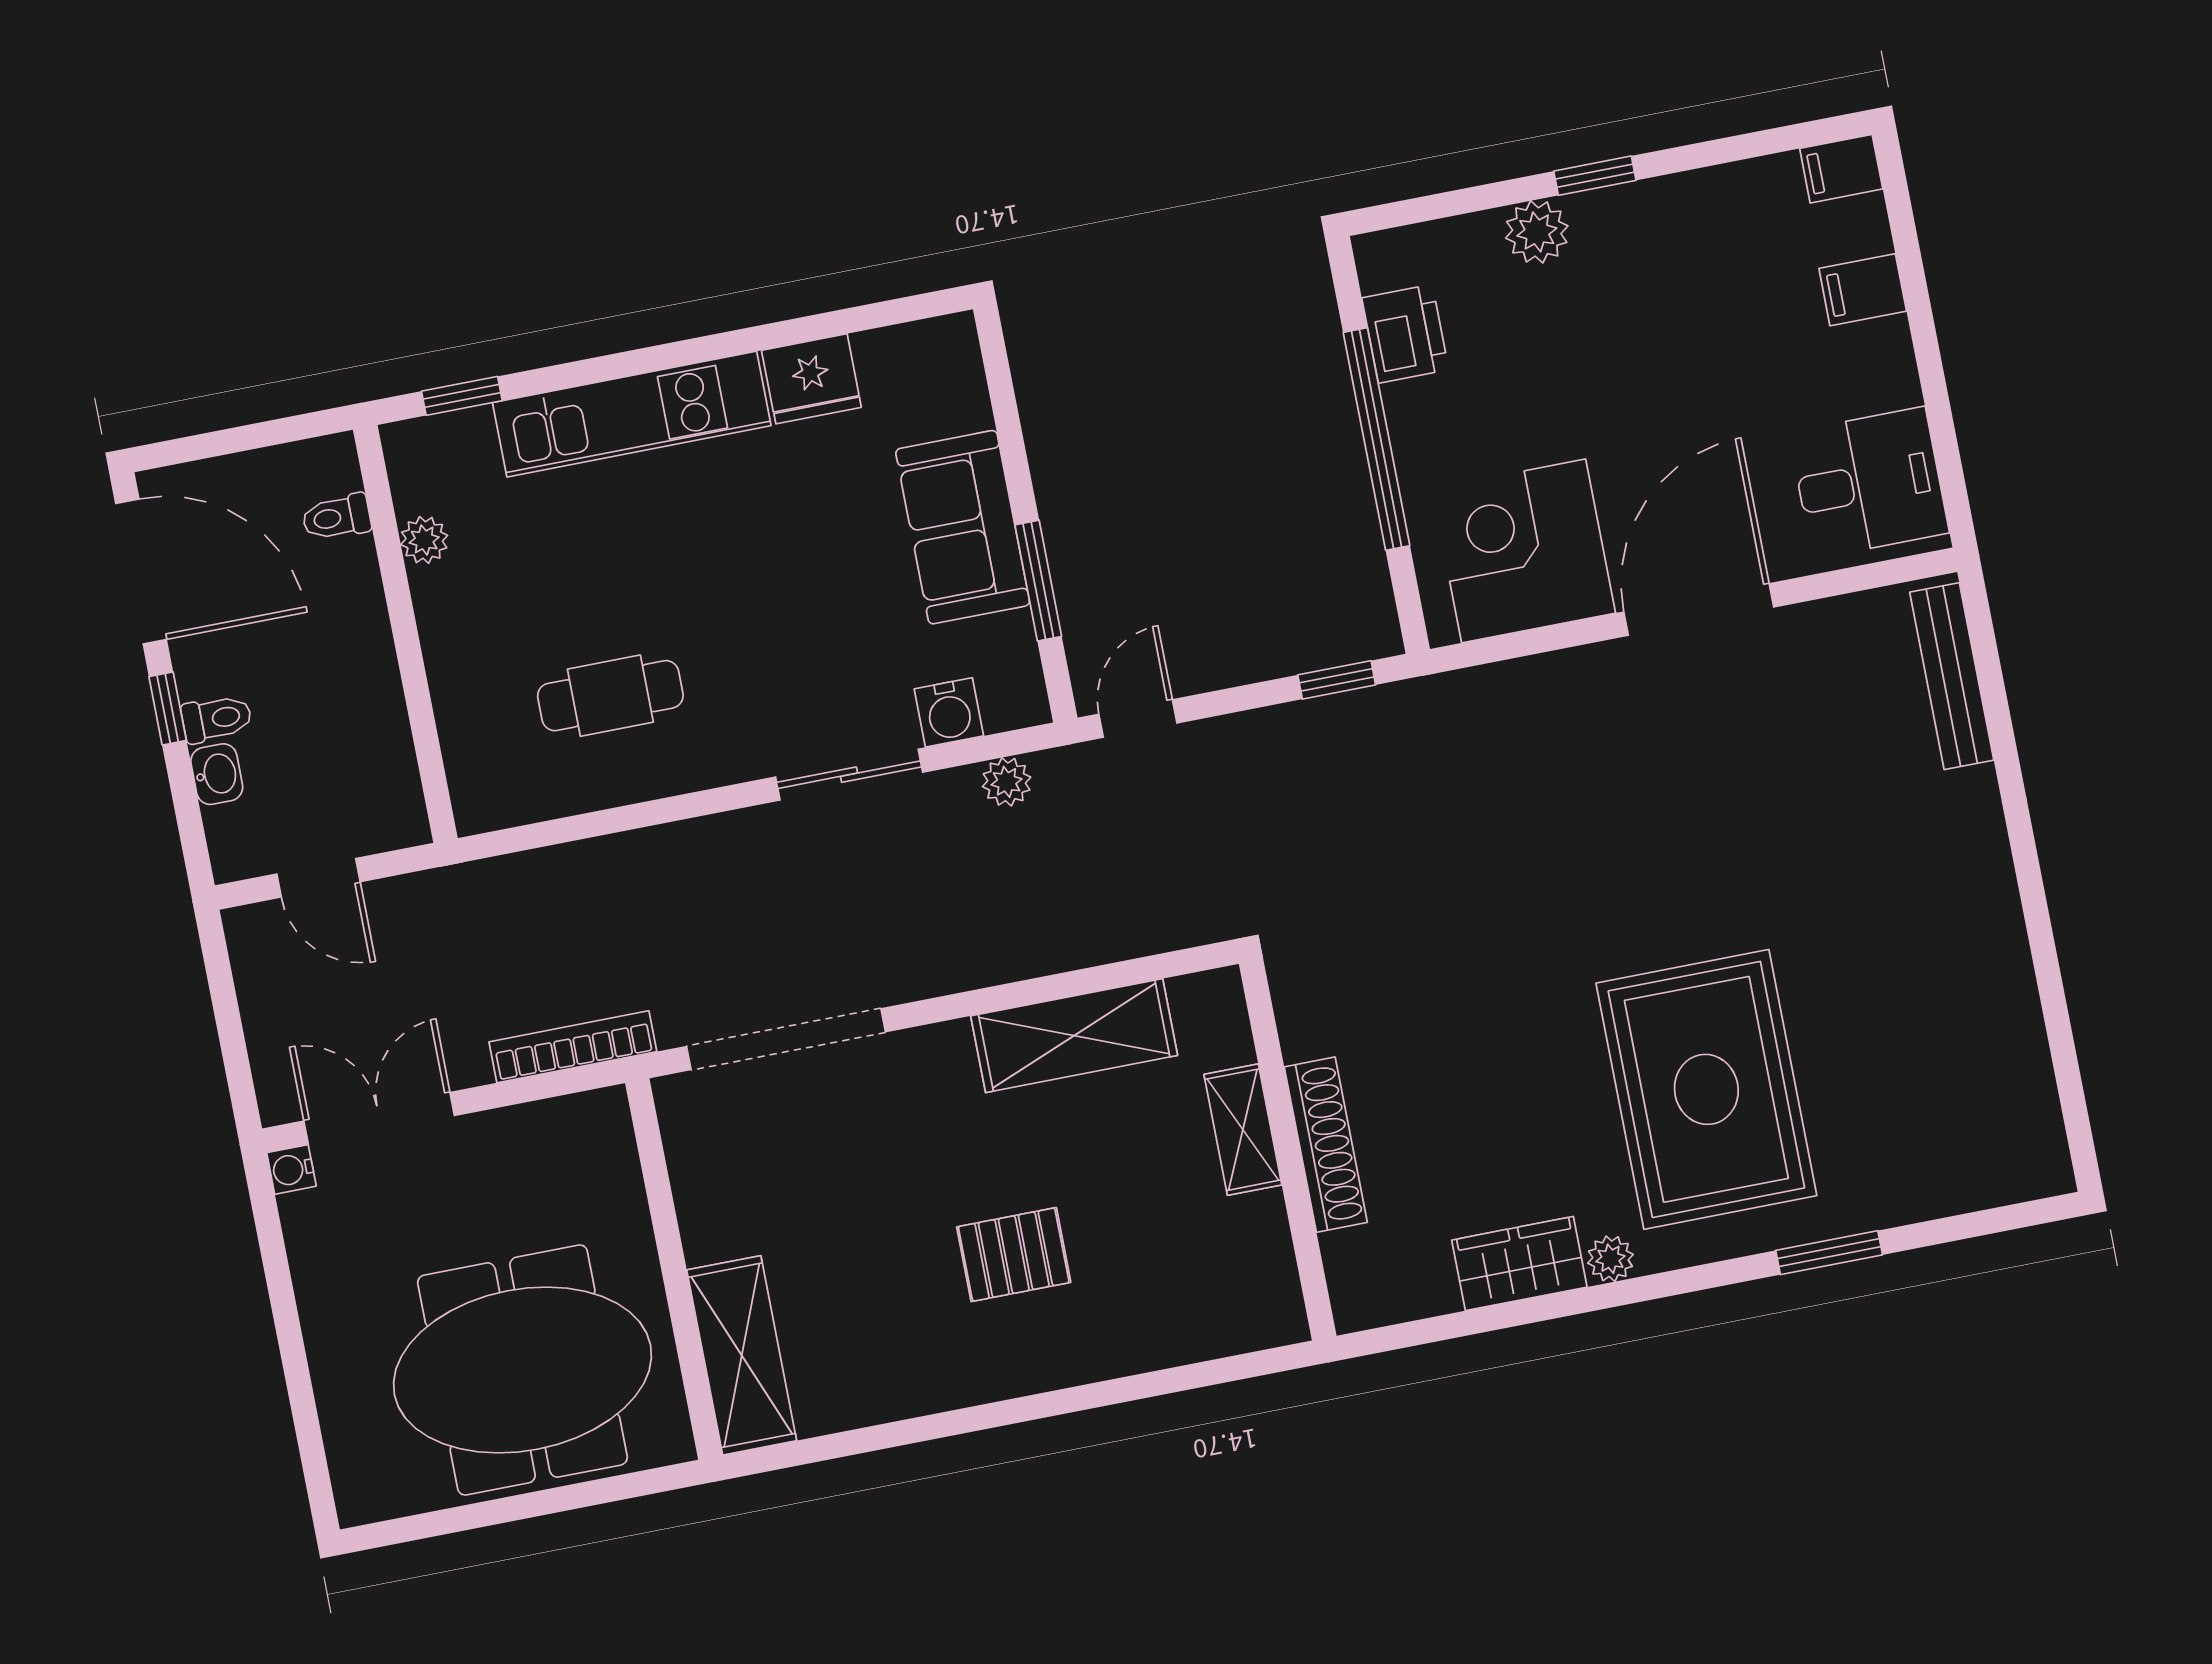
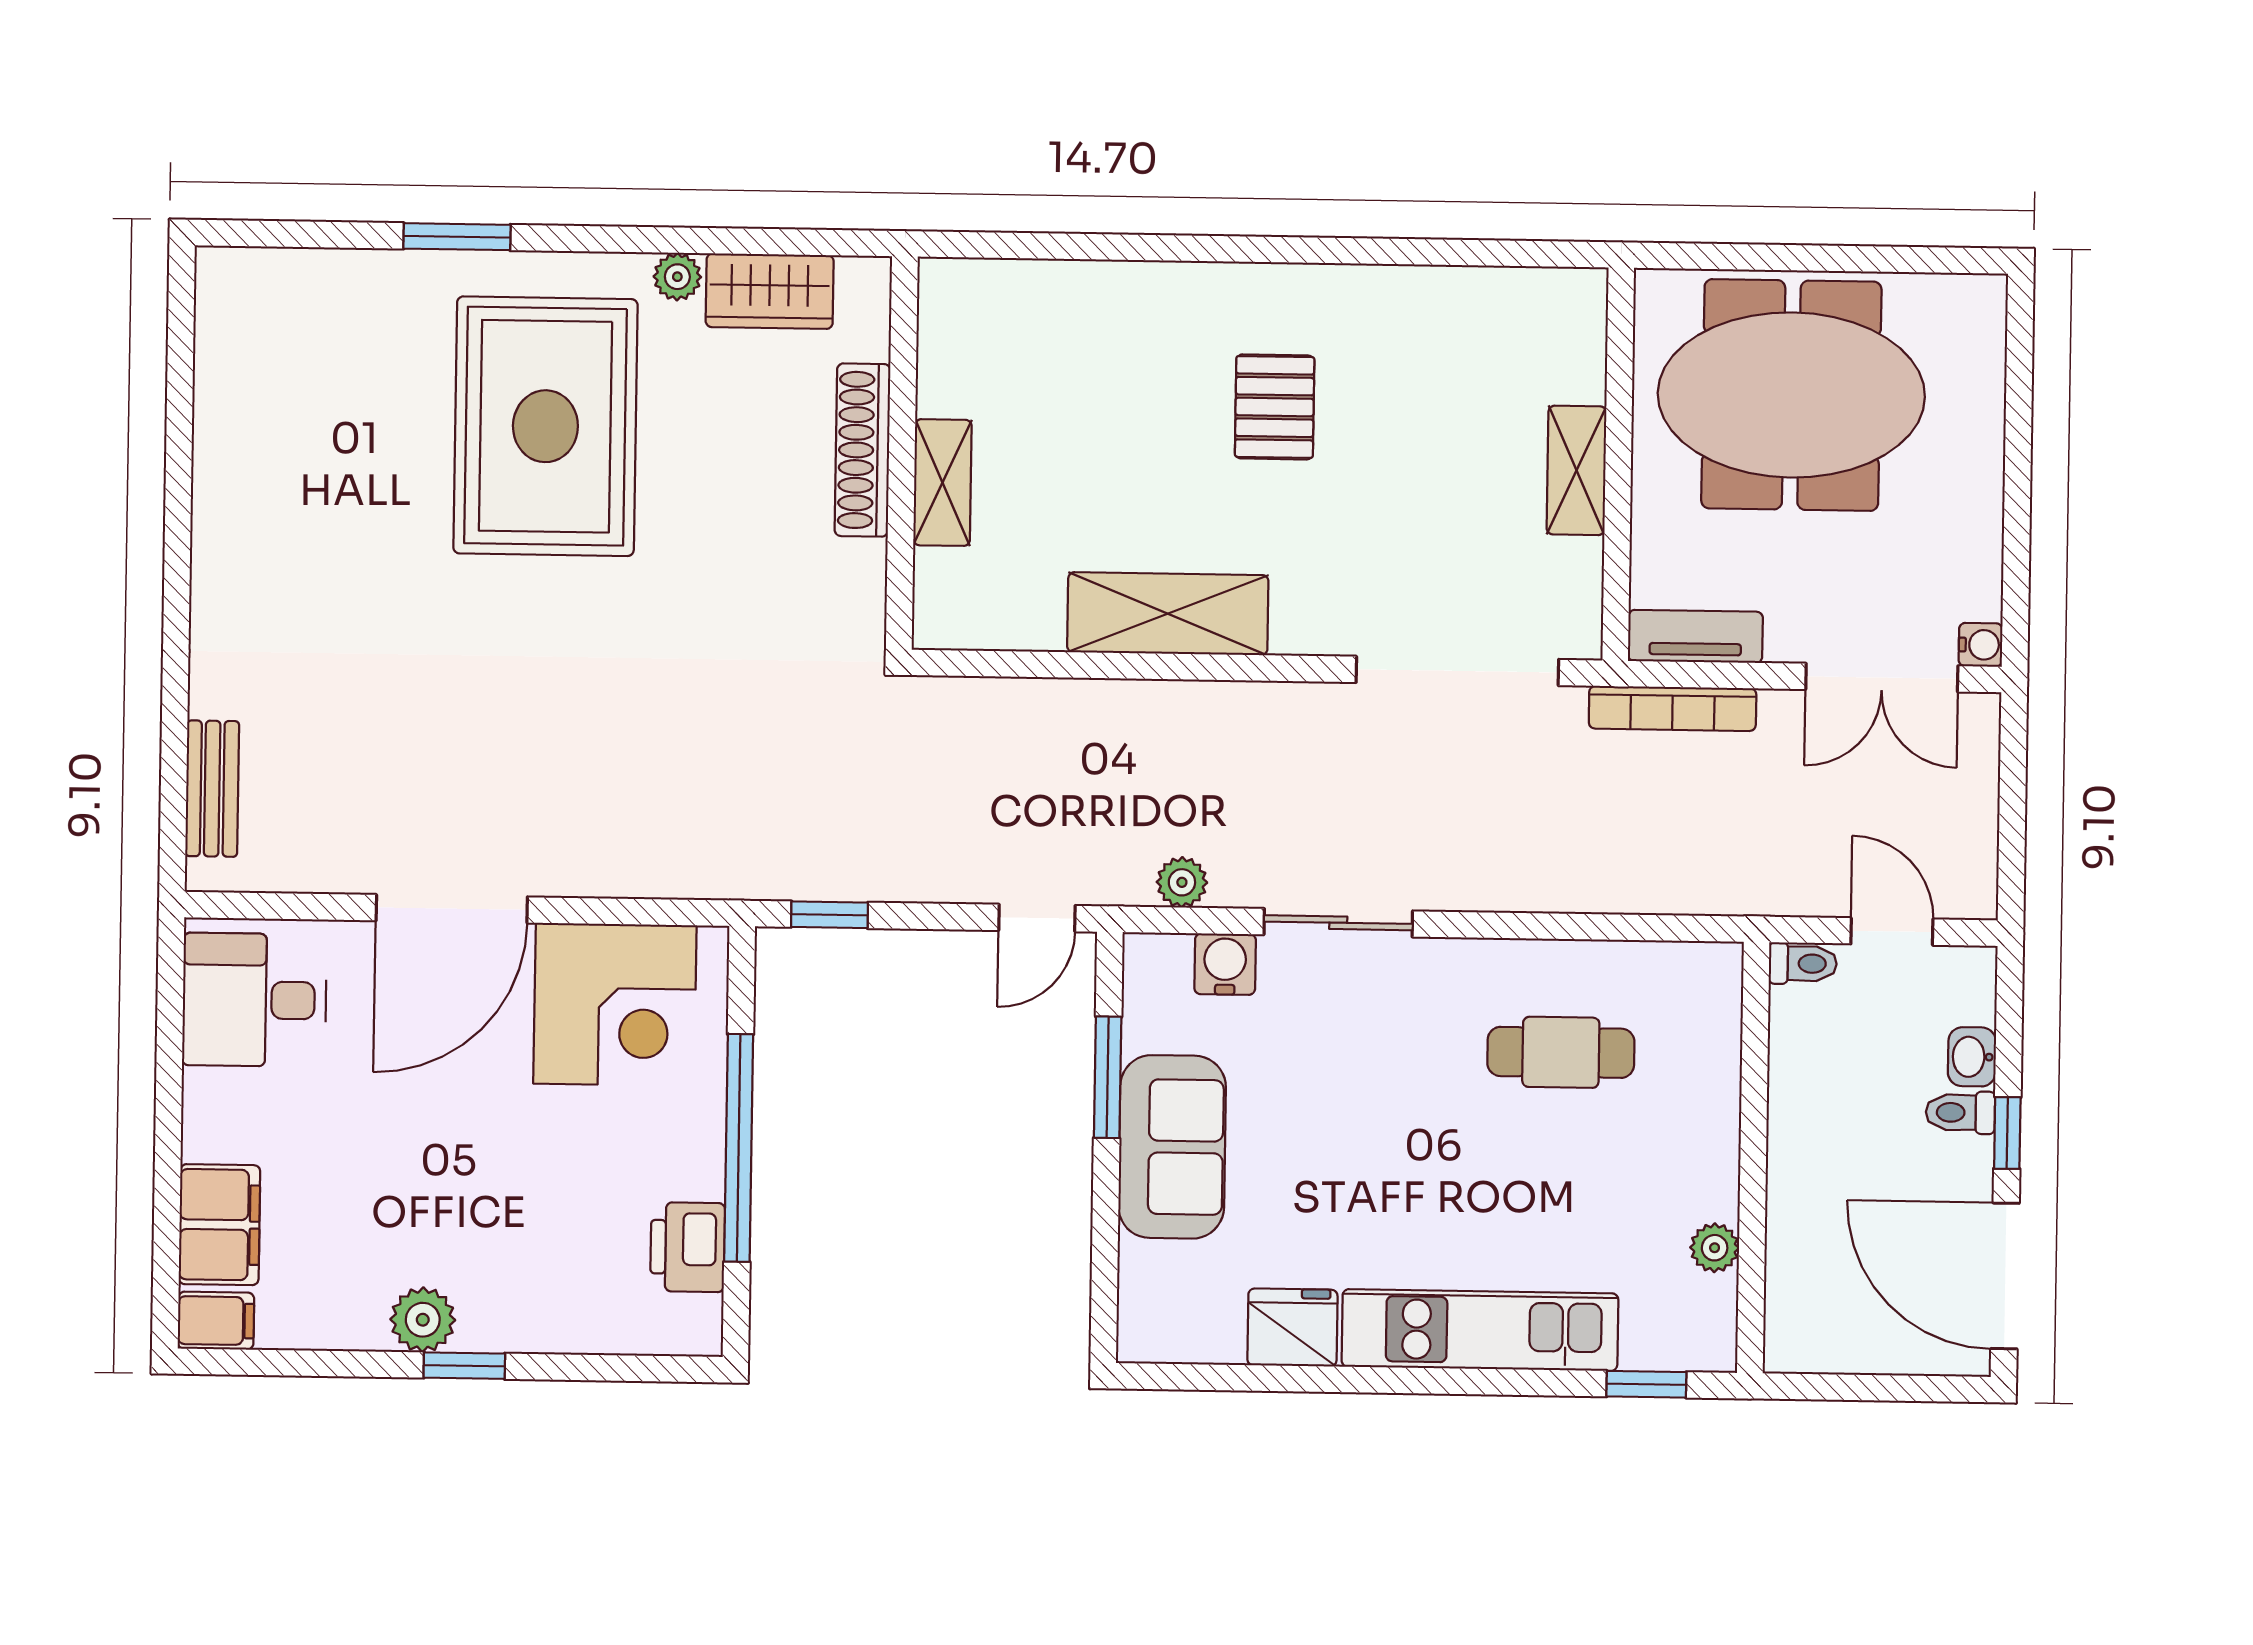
plant: (1537, 232) -> (423, 1320), moved
filing cabinet: (1863, 290) -> (219, 1225), width x2.00
toilet: (337, 517) -> (1803, 963), moved
bench: (1952, 676) -> (212, 789), width x0.73
tv unit: (566, 1120) -> (1695, 636), added
shelving: (1243, 1130) -> (942, 483), moved
shoe rack: (1326, 1145) -> (863, 450), moved
wall: (1288, 1150) -> (902, 453), moved
pallet: (1014, 1255) -> (1275, 407), turned 90
shelving: (742, 1355) -> (1576, 470), moved, width x0.67, depth x0.75

